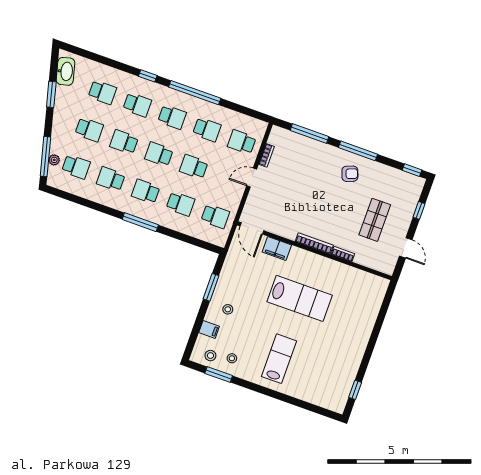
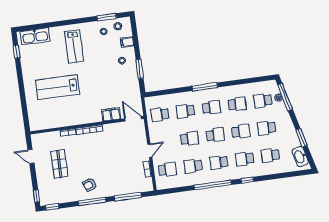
window: (419, 210) -> (36, 196), moved
lab bench: (300, 298) -> (58, 87), moved
kitchen sink: (322, 397) -> (35, 36), added

